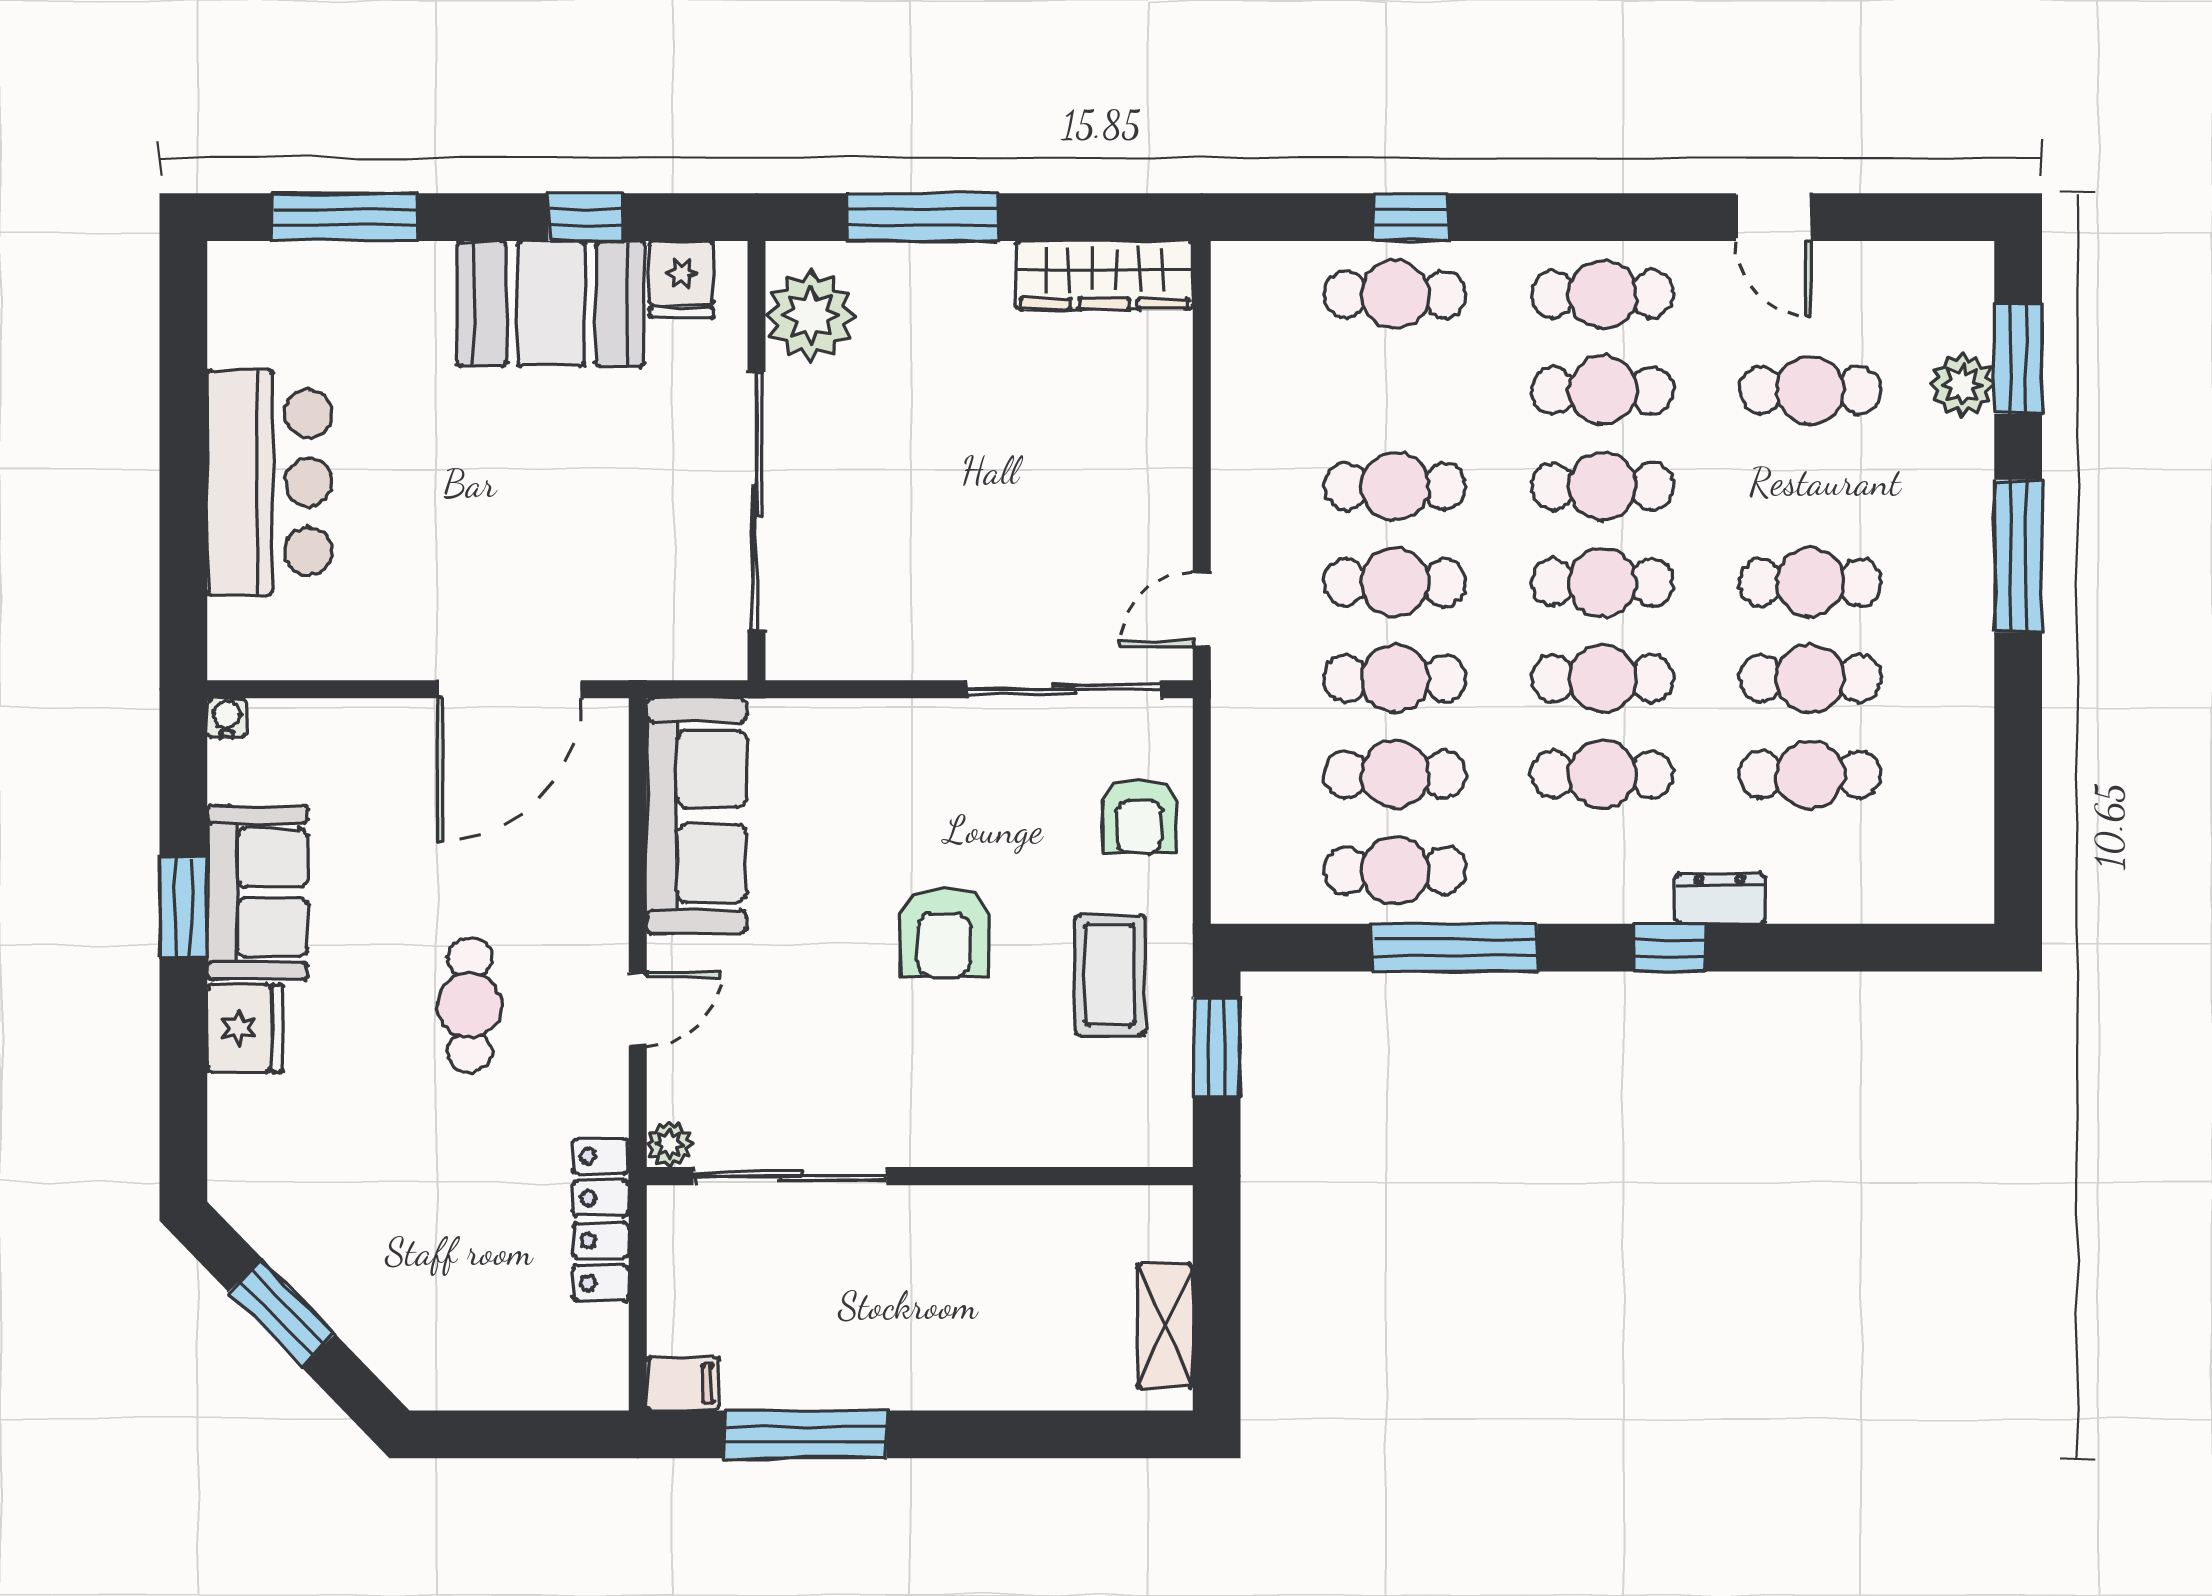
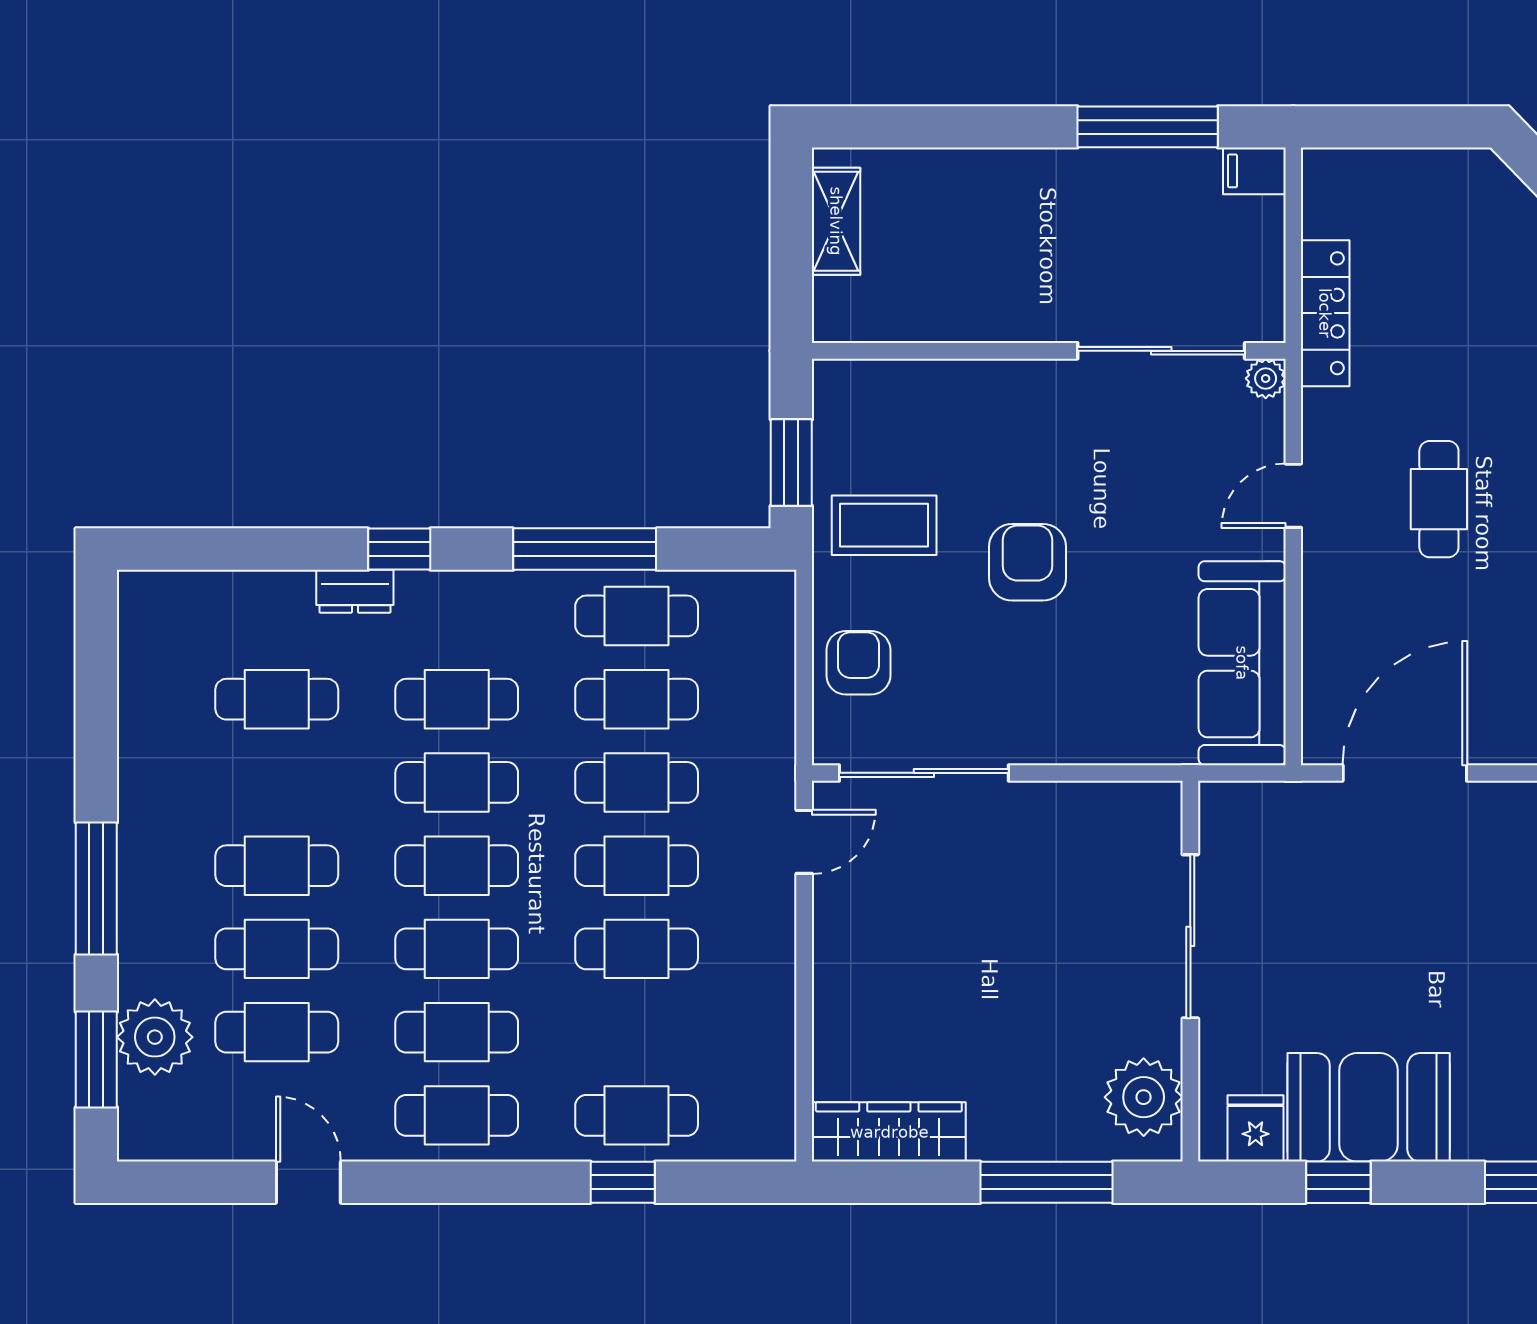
plant: (1962, 385) -> (155, 1037), width x1.36, depth x1.36
sliding door: (756, 501) -> (1190, 936), width x0.73
cafe table: (1810, 678) -> (277, 949), moved
coffee table: (1110, 975) -> (884, 525), turned 90

